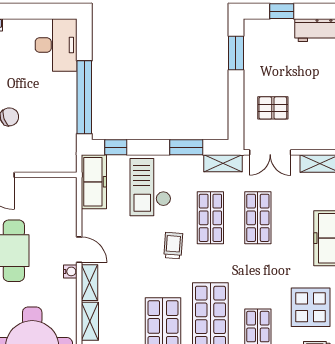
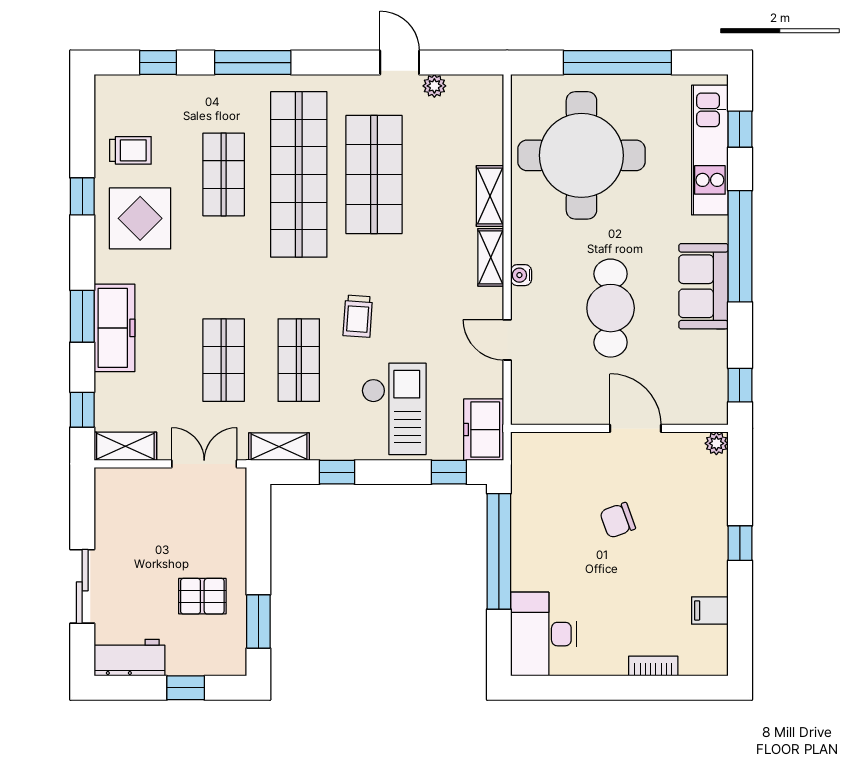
pallet: (273, 108) -> (202, 596), moved
window: (186, 147) -> (337, 472), width x0.67
freezer: (94, 182) -> (484, 430), width x0.71
door: (79, 250) -> (507, 340), moved

